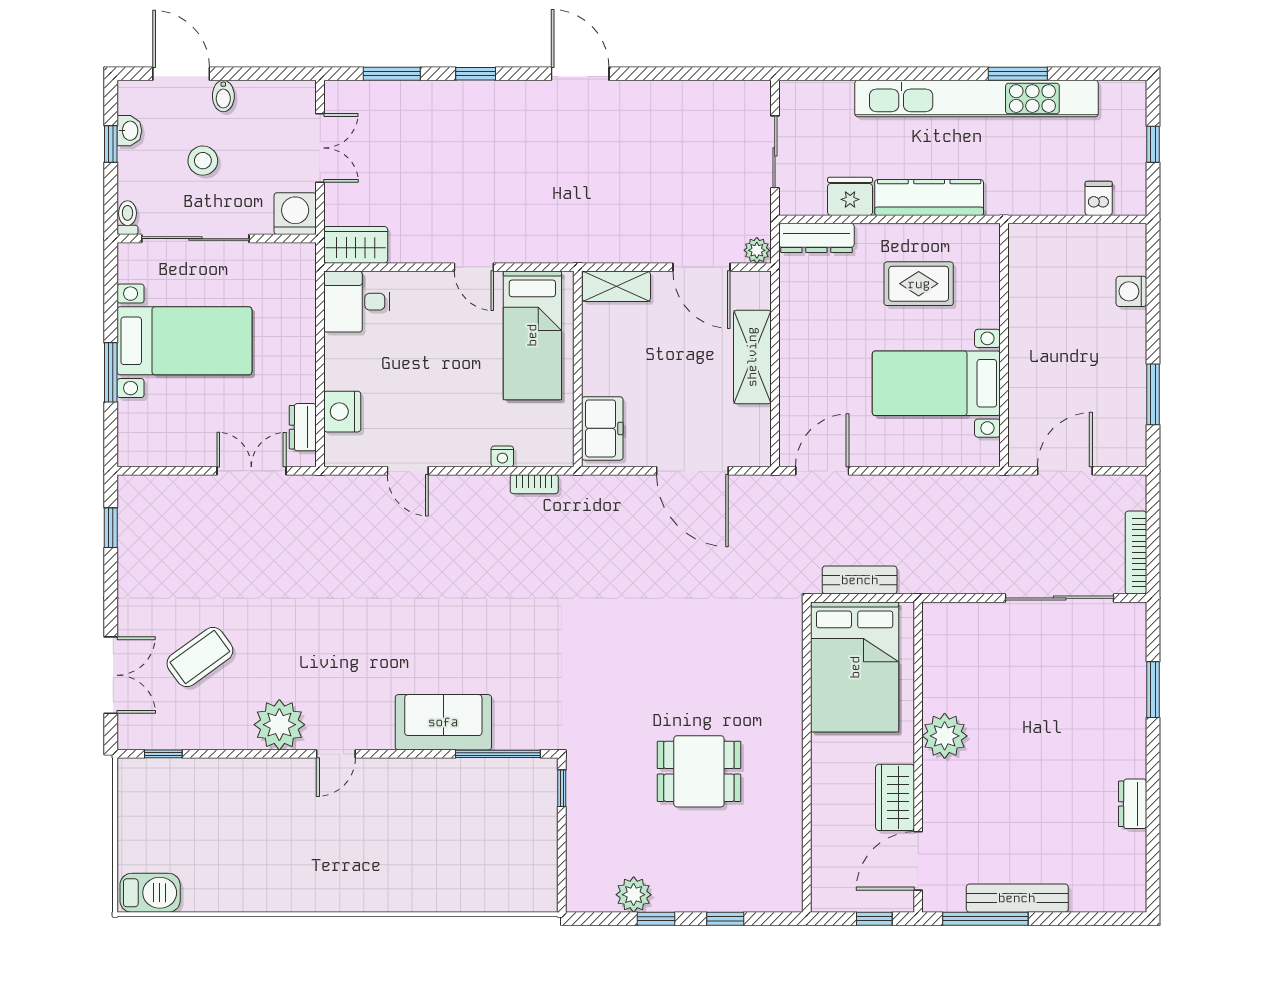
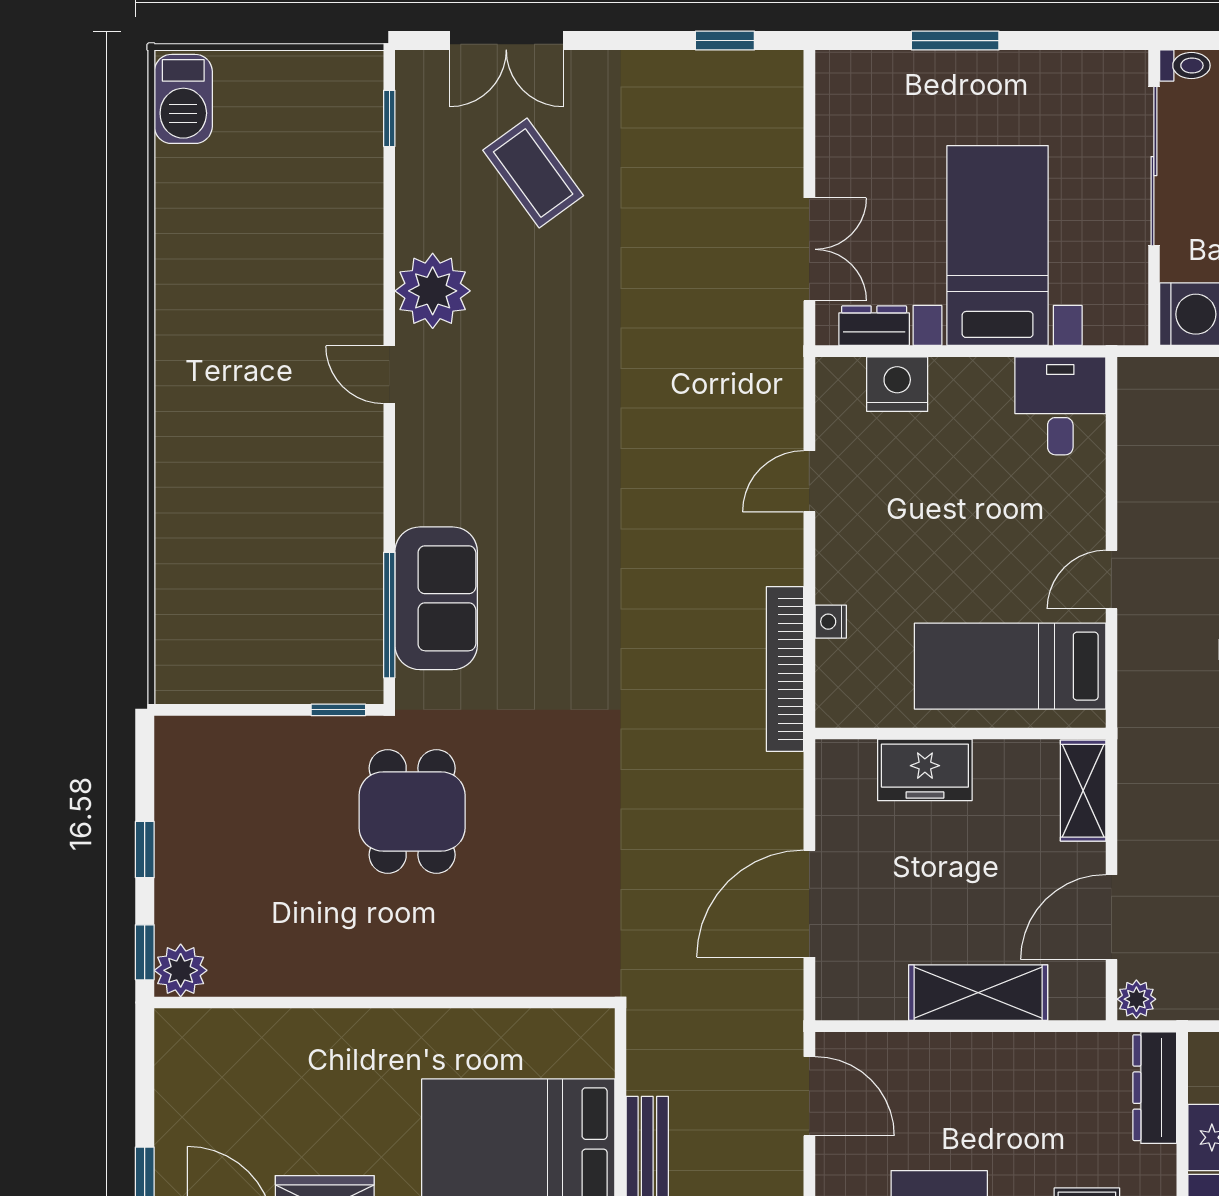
wardrobe: (356, 245) -> (1145, 404), removed
bed with nightstands: (184, 341) -> (998, 246), moved, turned 180
freezer: (602, 428) -> (925, 770), moved
bookcase: (534, 484) -> (785, 669), width x2.31, depth x1.31
sofa: (443, 722) -> (436, 598), moved
wall: (807, 757) -> (385, 1003), moved
dining table: (699, 771) -> (412, 811), moved
plant: (634, 895) -> (181, 970), moved

